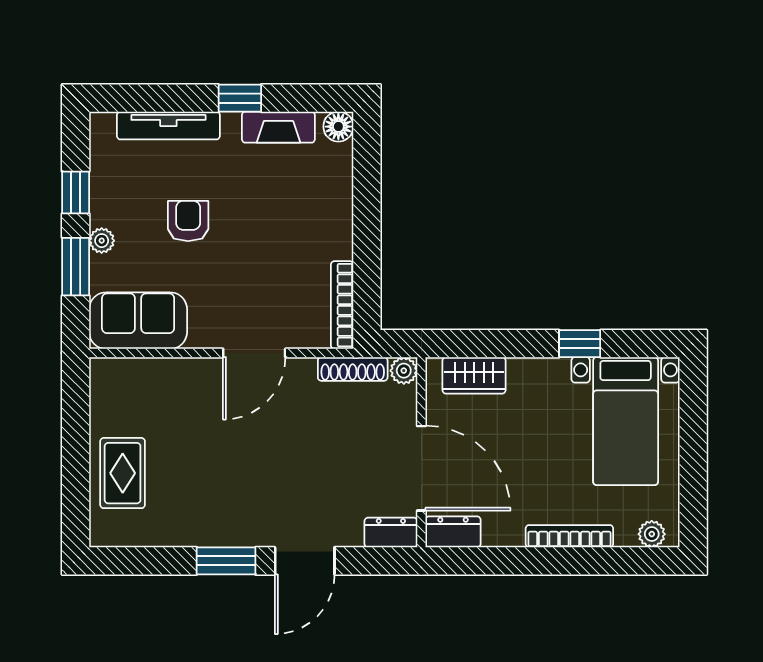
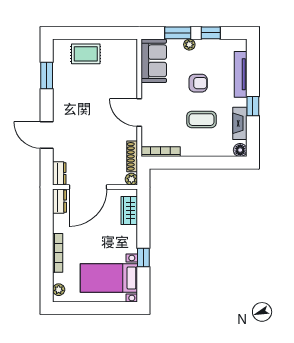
coffee table: (270, 213) -> (201, 120), added
window: (226, 561) -> (47, 75), moved

